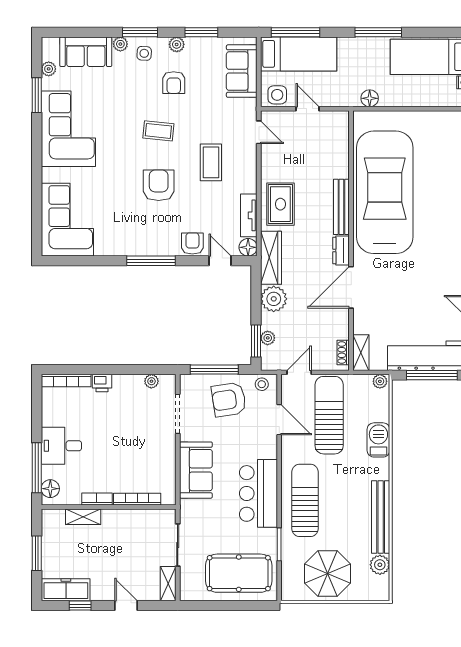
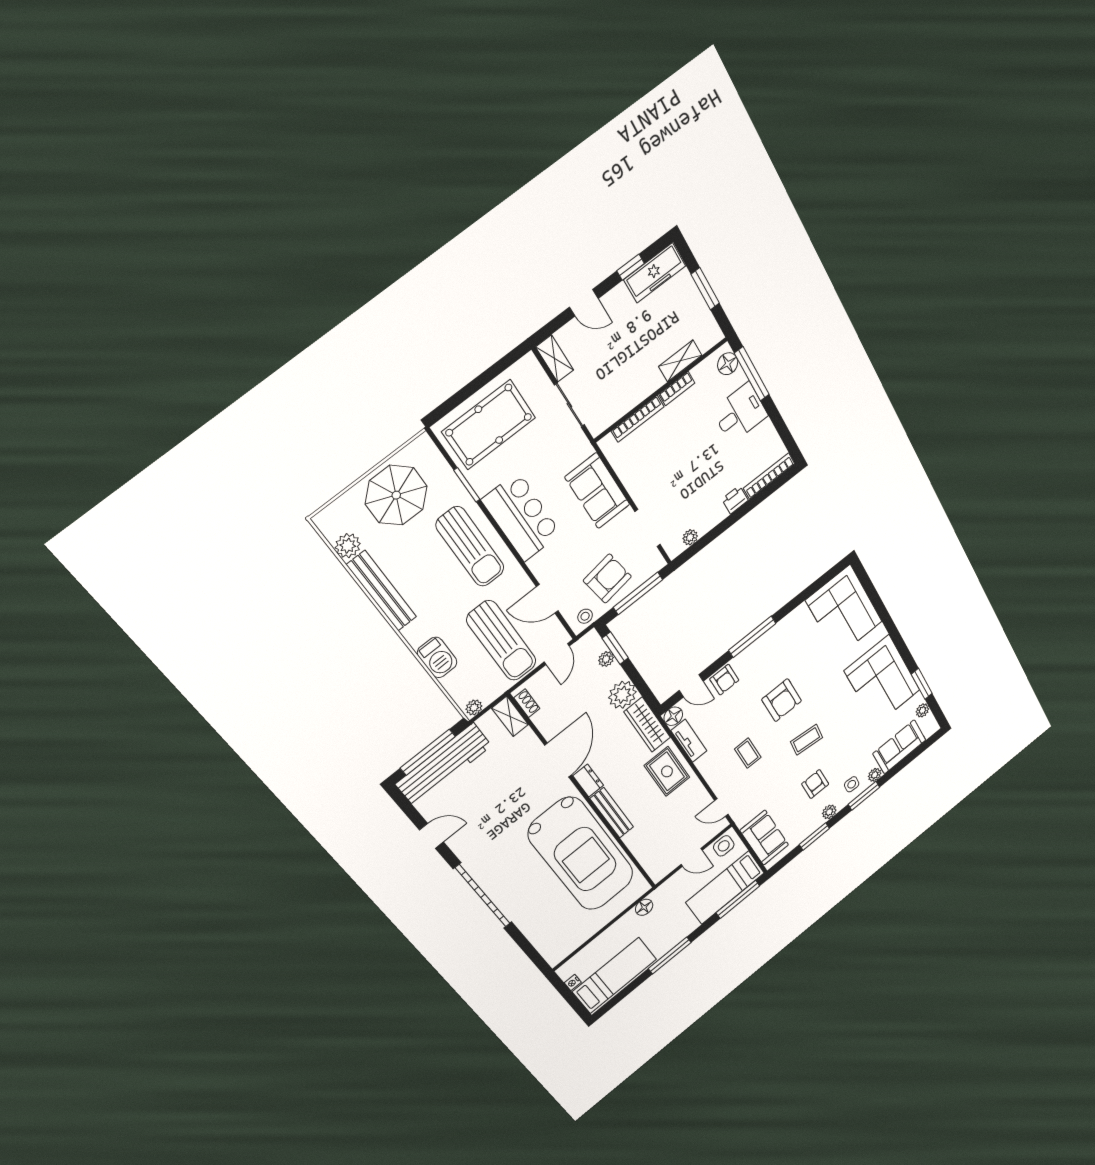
coffee table: (211, 162) -> (748, 753), width x0.73, depth x0.77

